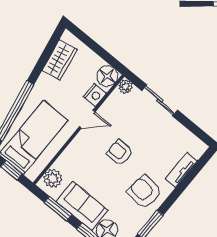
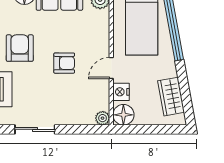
sliding door: (160, 100) -> (35, 129), moved
armchair: (144, 192) -> (20, 48), turned -97

